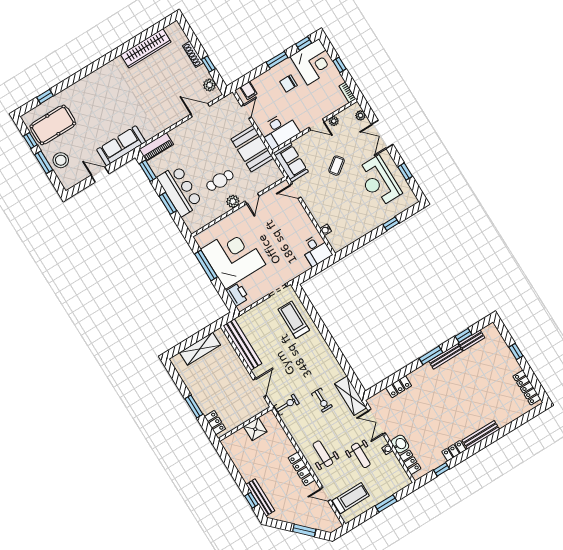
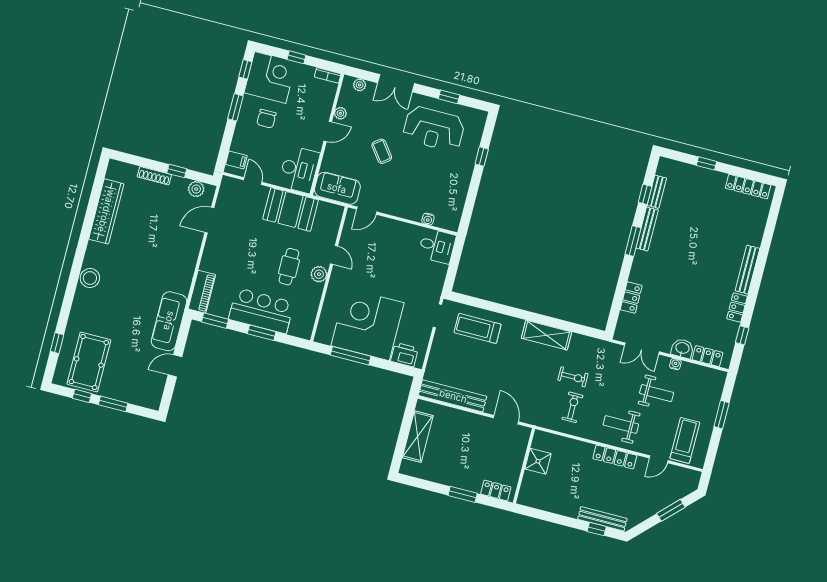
stool: (61, 160) -> (90, 278), moved
shelving: (351, 396) -> (547, 335), moved
exercise bike: (287, 405) -> (572, 407), moved

